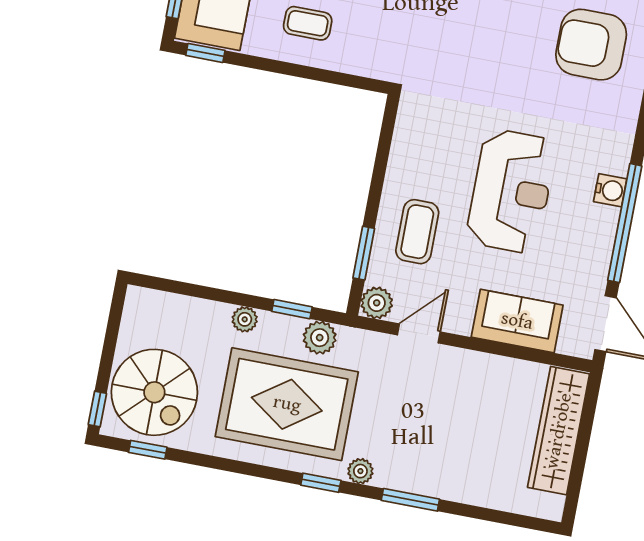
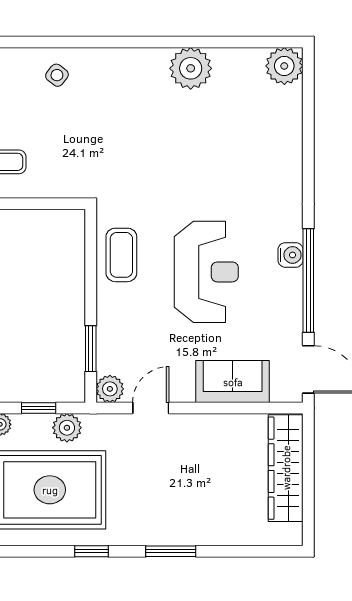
armchair: (591, 45) -> (251, 134), removed
coffee table: (417, 232) -> (121, 255), moved
plant: (360, 471) -> (123, 535), removed

